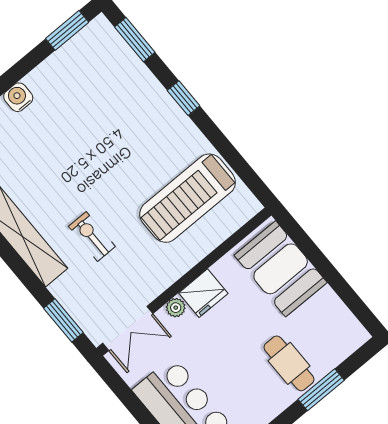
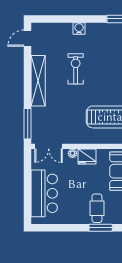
exercise bike: (92, 236) -> (76, 69), moved, width x1.38, depth x1.39
window: (63, 320) -> (28, 124), width x1.44

